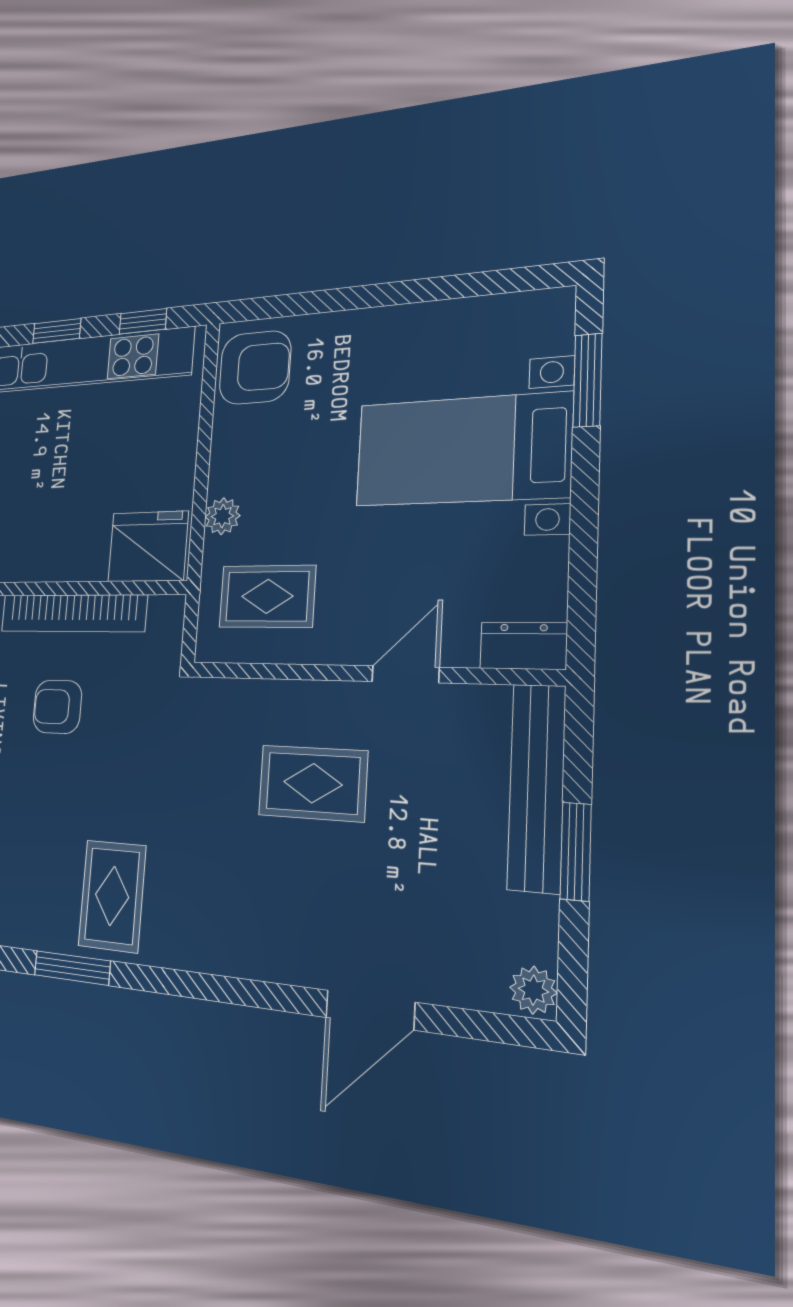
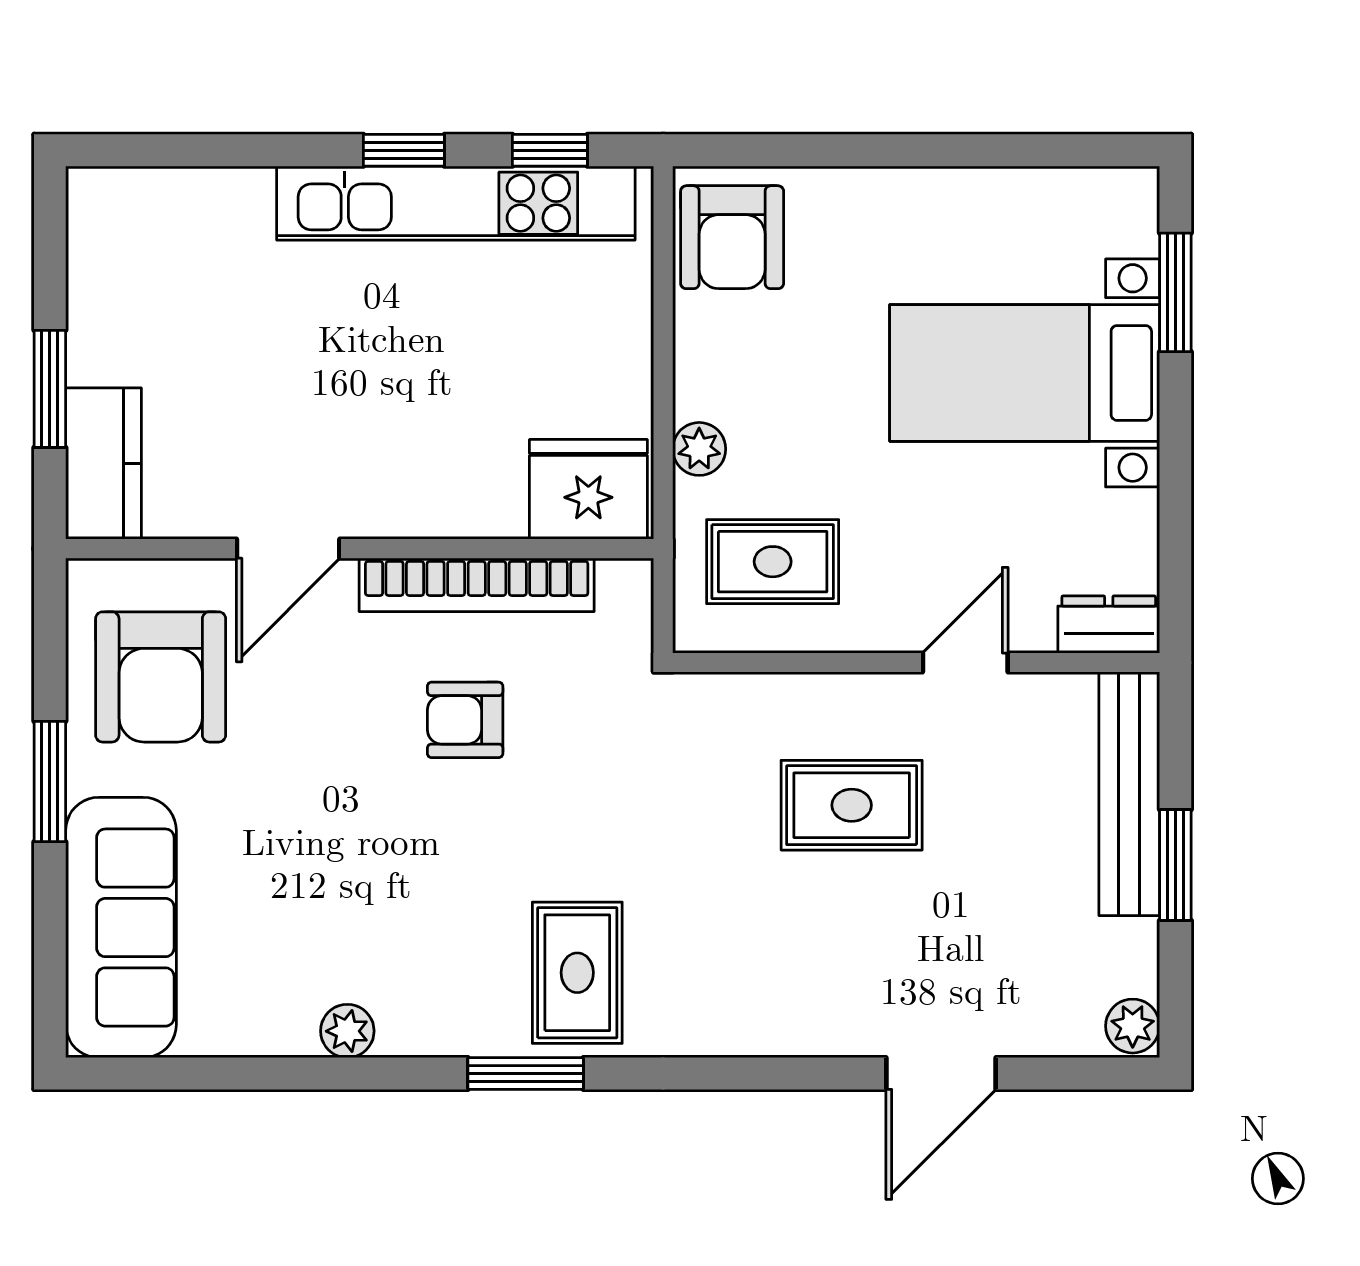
armchair: (255, 368) -> (732, 237), turned 90

